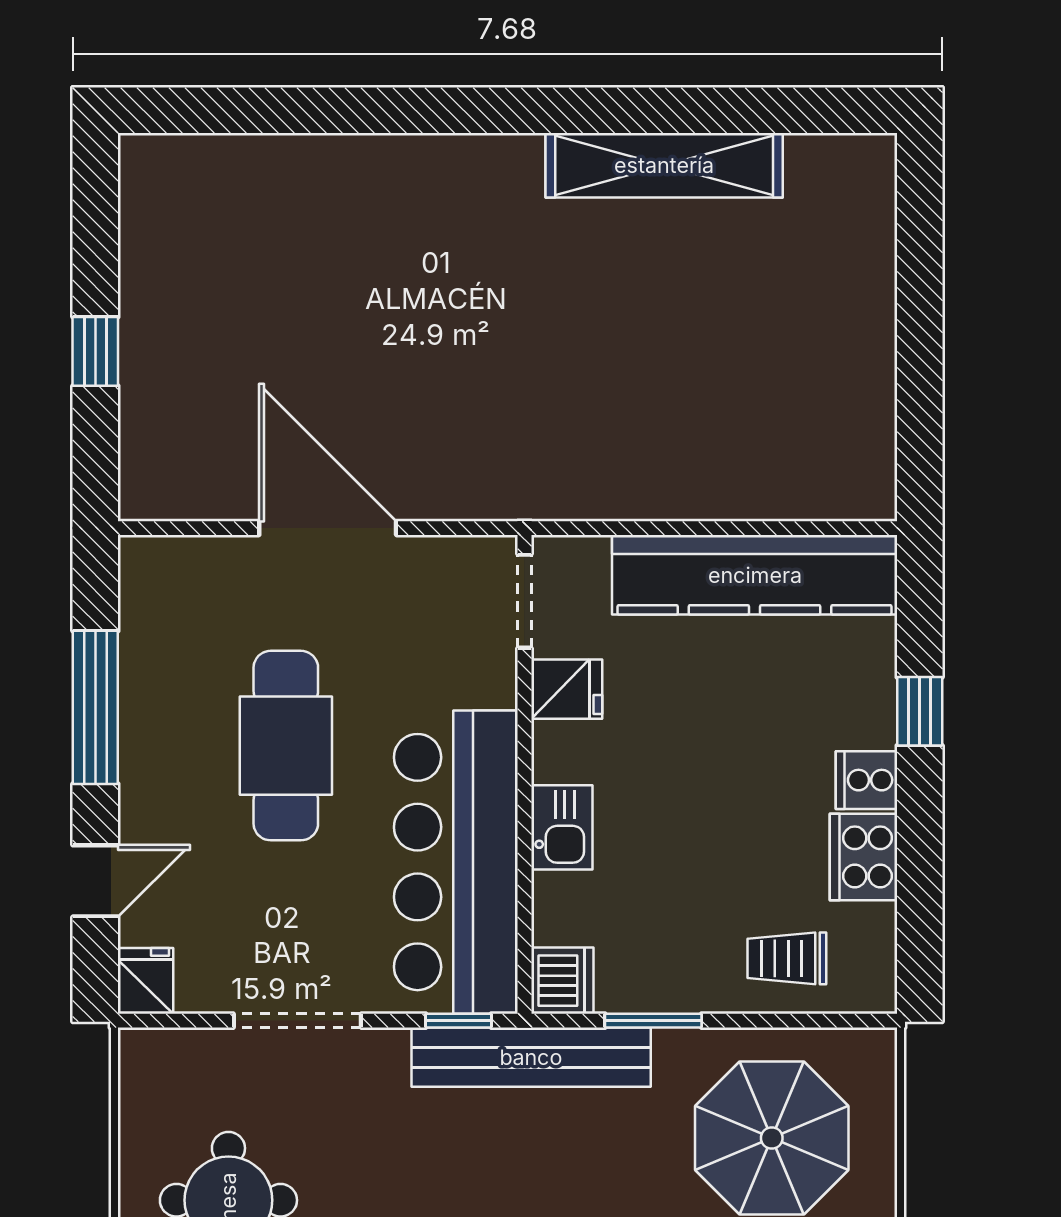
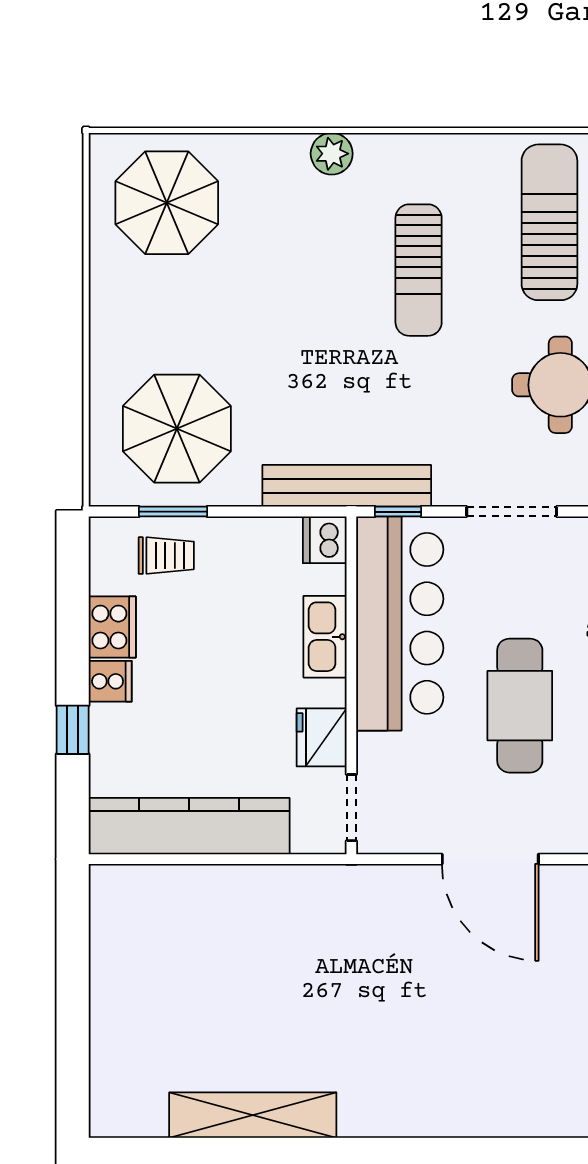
fridge: (567, 689) -> (322, 737), width x1.38
kitchen sink: (562, 827) -> (325, 637), width x1.38
window: (653, 1021) -> (173, 512), moved

